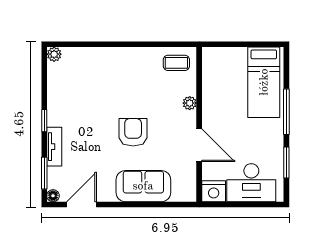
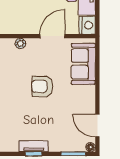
tv unit: (54, 147) -> (34, 146), moved
sofa: (143, 186) -> (83, 64), moved

